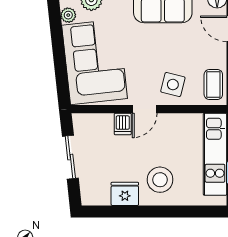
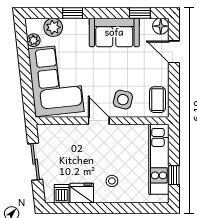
door: (145, 109) -> (99, 121), swing flipped
dishwasher: (123, 124) -> (62, 194), moved, turned 180
stool: (160, 180) -> (112, 181), width x0.53, depth x0.53

